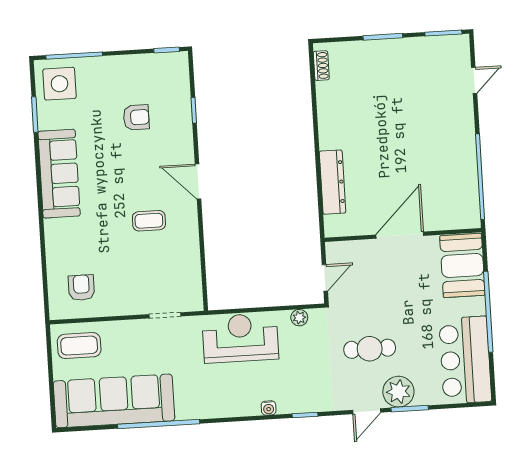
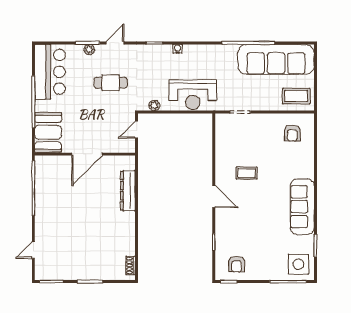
armchair: (136, 117) -> (237, 264), moved, turned -90
plant: (398, 392) -> (89, 50), width x0.53, depth x0.53

